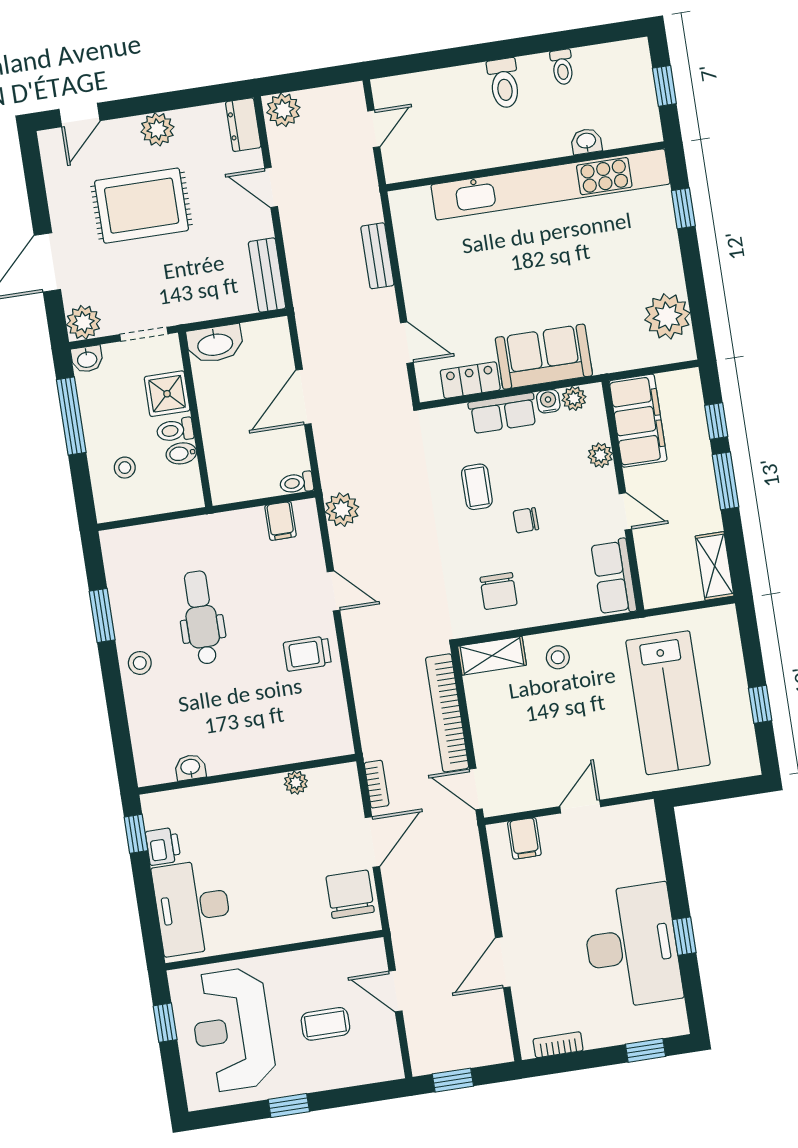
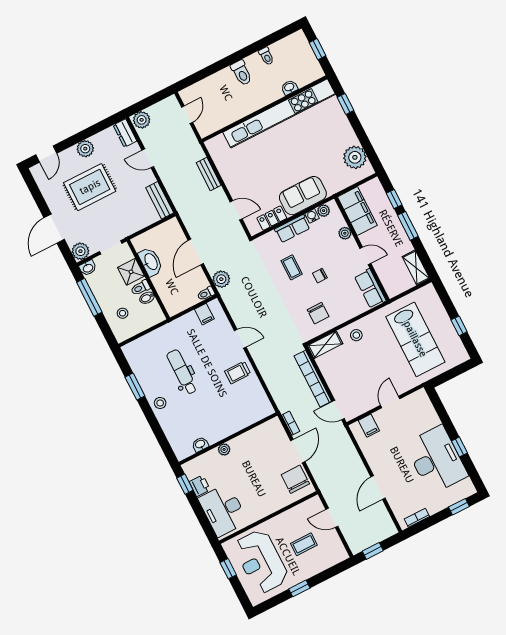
washbasin: (215, 344) -> (151, 262), moved, turned -90
plant: (342, 510) -> (221, 279), moved
plant: (296, 783) -> (224, 449), moved

